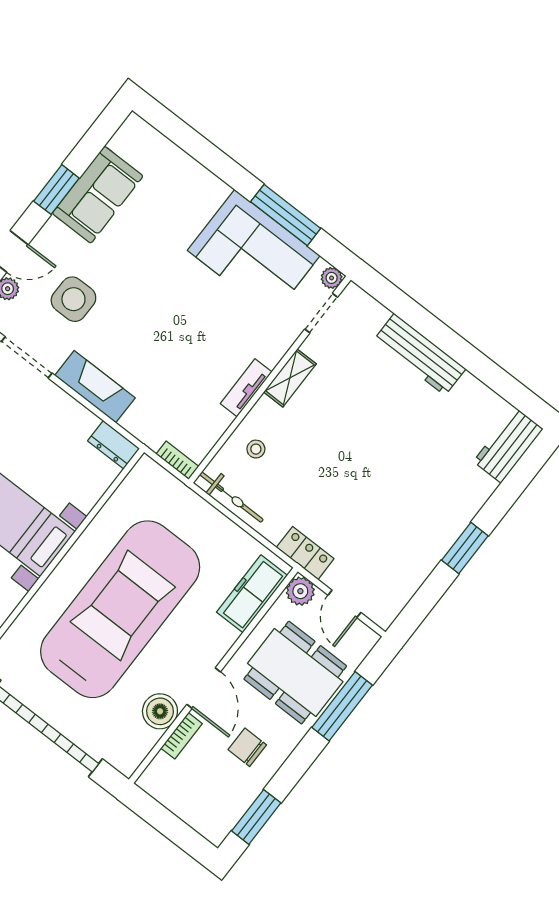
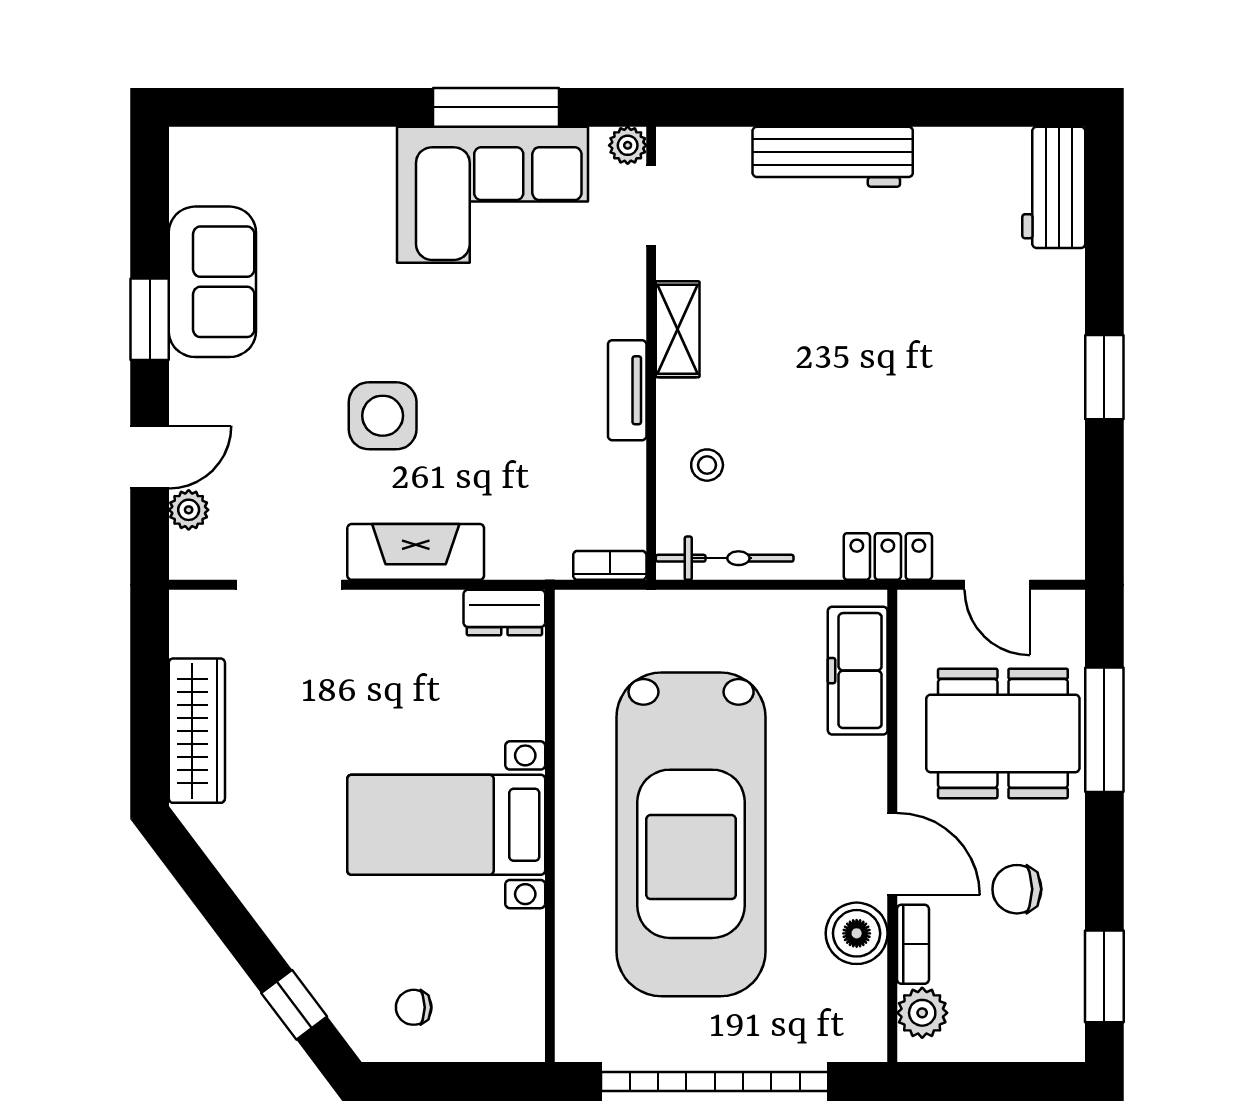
side table: (73, 299) -> (383, 416), moved
plant: (300, 591) -> (922, 1013), moved
car: (120, 609) -> (691, 834), turned 180

